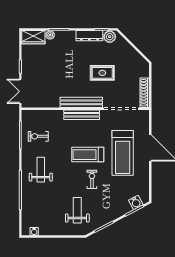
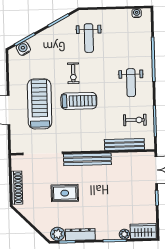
shoe rack: (145, 93) -> (17, 188), moved
bench: (82, 115) -> (124, 144), moved

